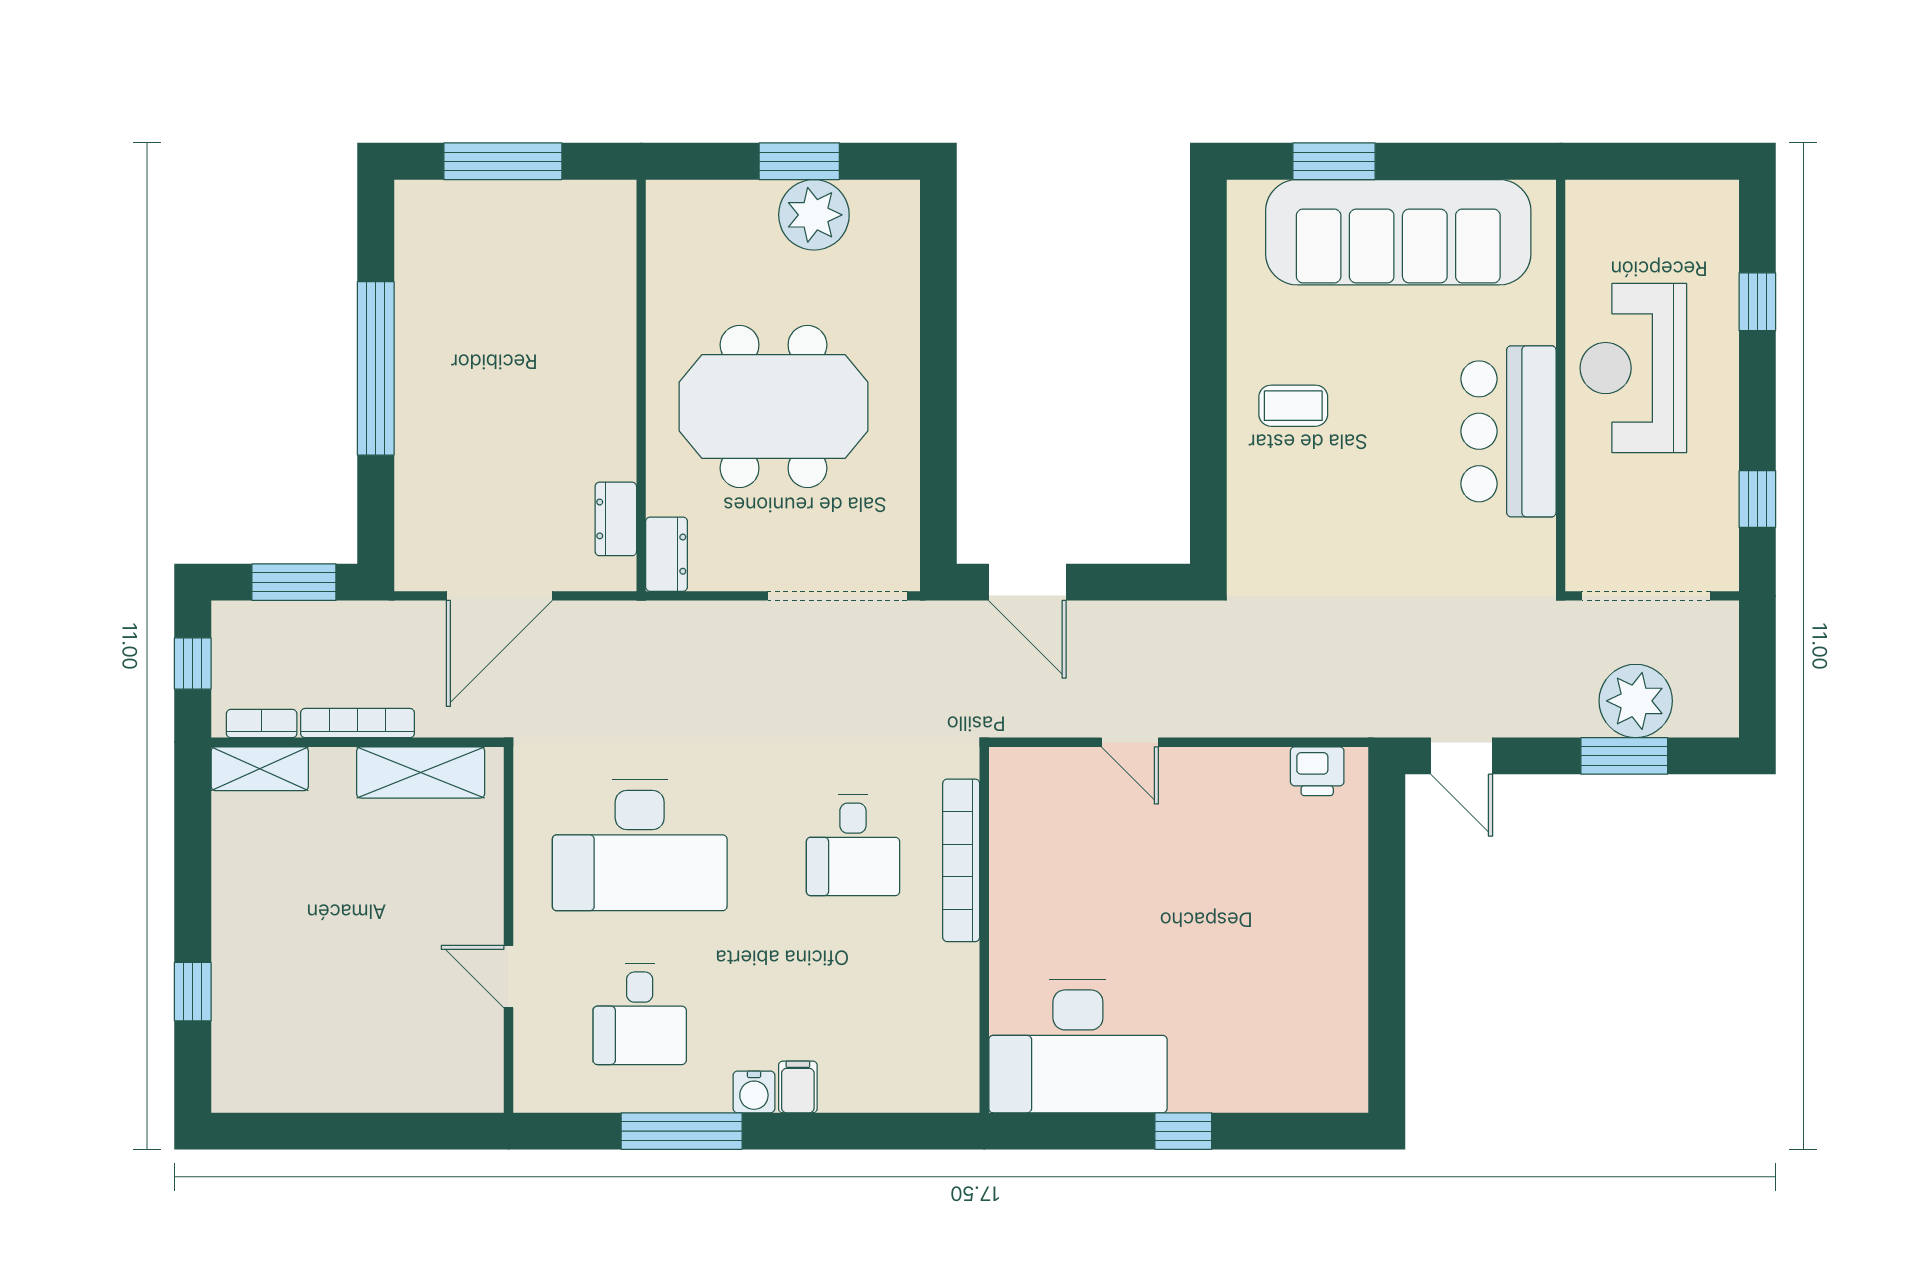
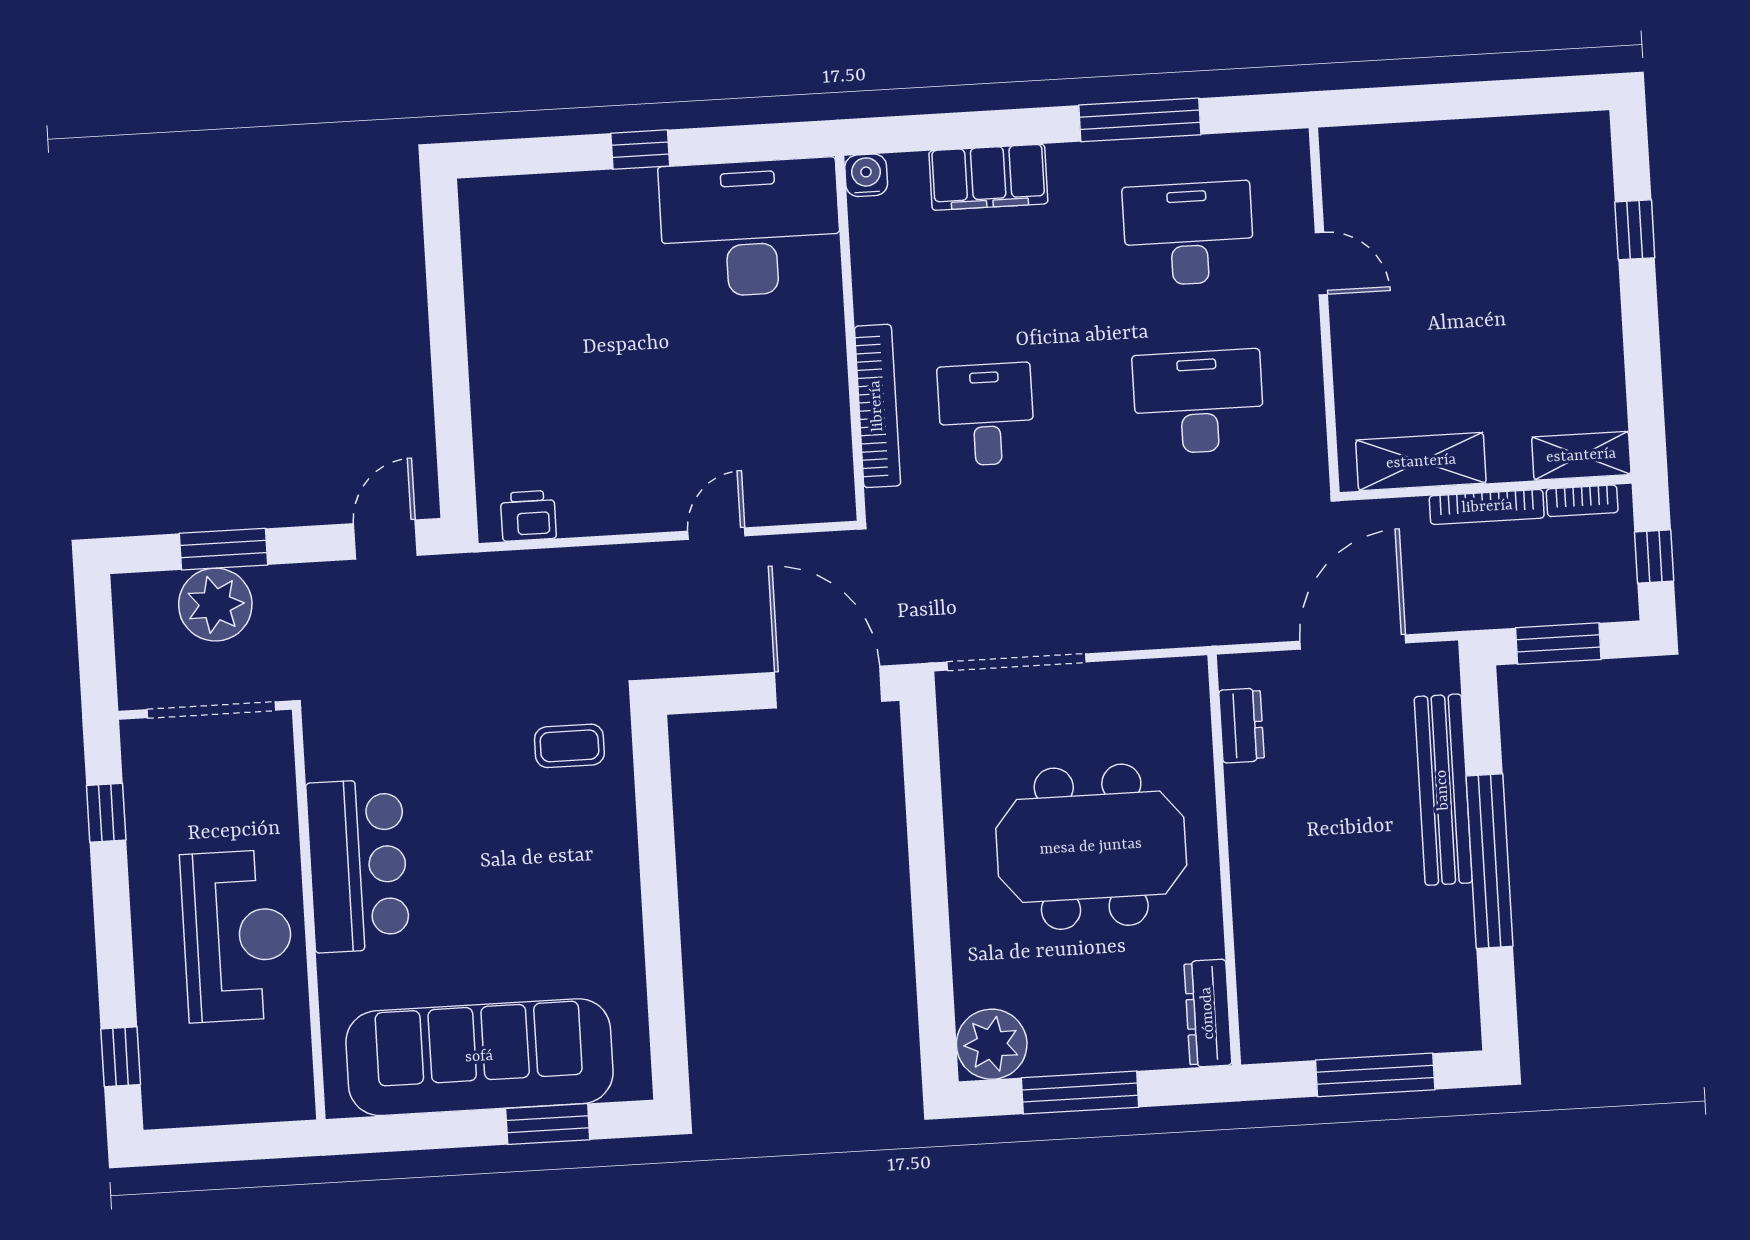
window: (799, 161) -> (1080, 1092), width x1.44
plant: (814, 215) -> (992, 1044), moved
window: (1757, 302) -> (121, 1057), moved
coffee table: (1293, 406) -> (569, 746), moved
bench: (418, 443) -> (1443, 790), added
dresser: (667, 554) -> (1208, 1013), moved, width x1.44
door: (1027, 582) -> (828, 687), width x1.36
door: (1130, 742) -> (716, 534), hinge flipped
door: (1462, 756) -> (385, 540), hinge flipped
desk: (640, 845) -> (1198, 402), width x0.73, depth x0.77
desk: (640, 1014) -> (1188, 234), width x1.37
filing cabinet: (798, 1087) -> (988, 177), width x3.00, depth x1.17
water cooler: (754, 1092) -> (866, 175), moved

